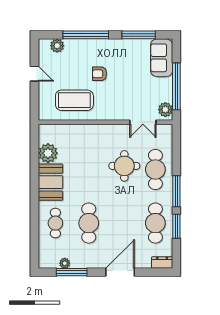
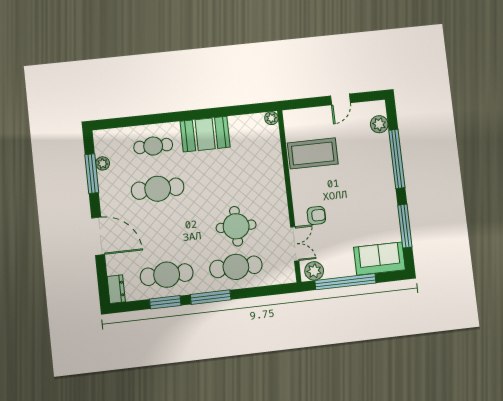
armchair: (100, 74) -> (316, 215), moved, turned 90
coffee table: (74, 100) -> (313, 153), turned 90
double door: (143, 122) -> (295, 244), swing flipped
plant: (48, 153) -> (271, 118), moved, width x0.53, depth x0.53

